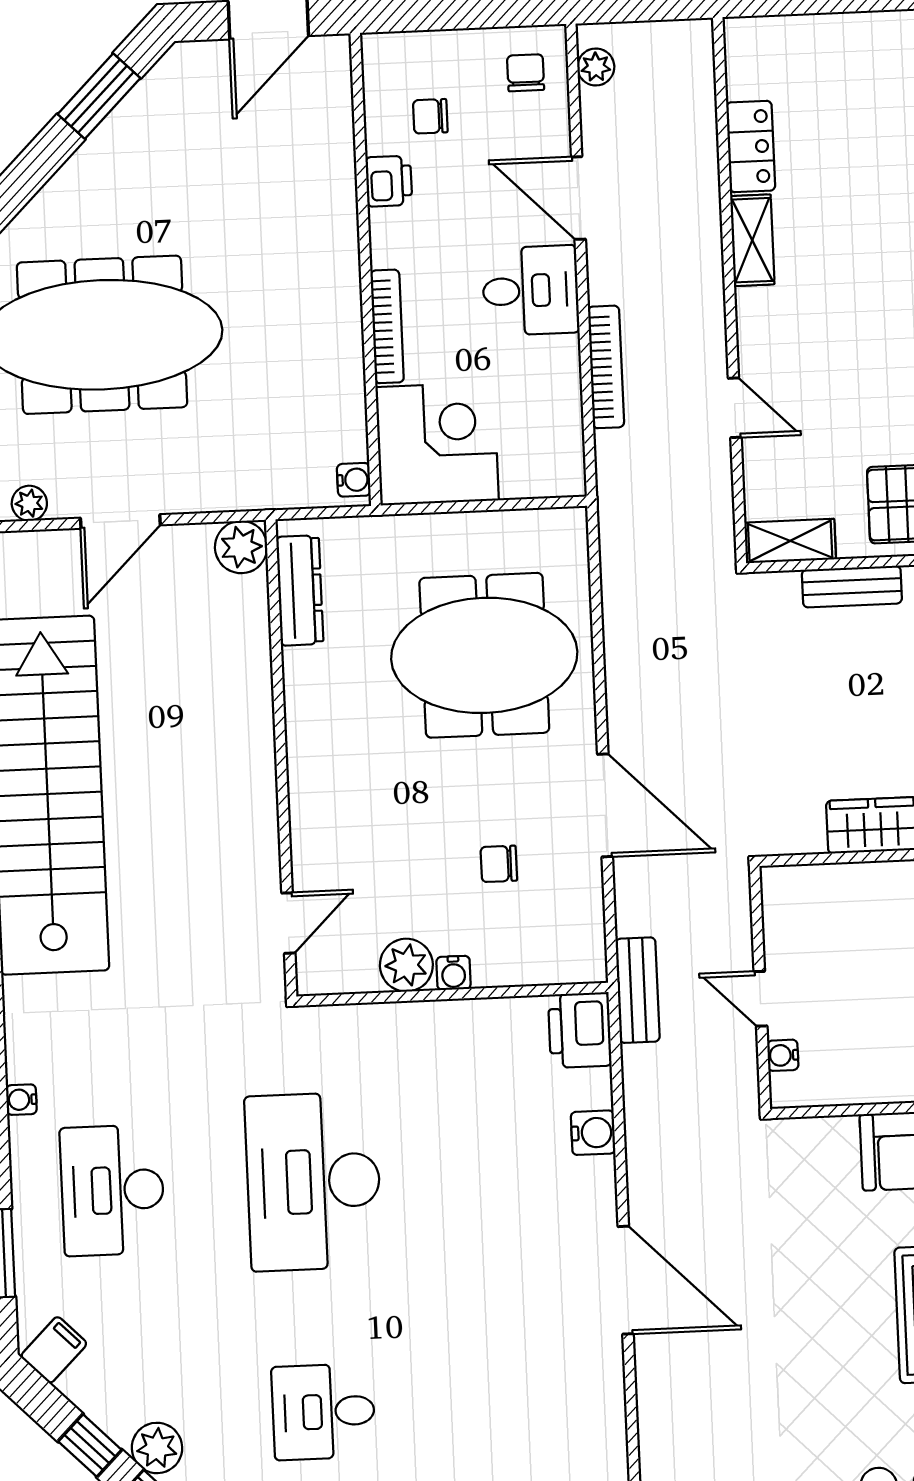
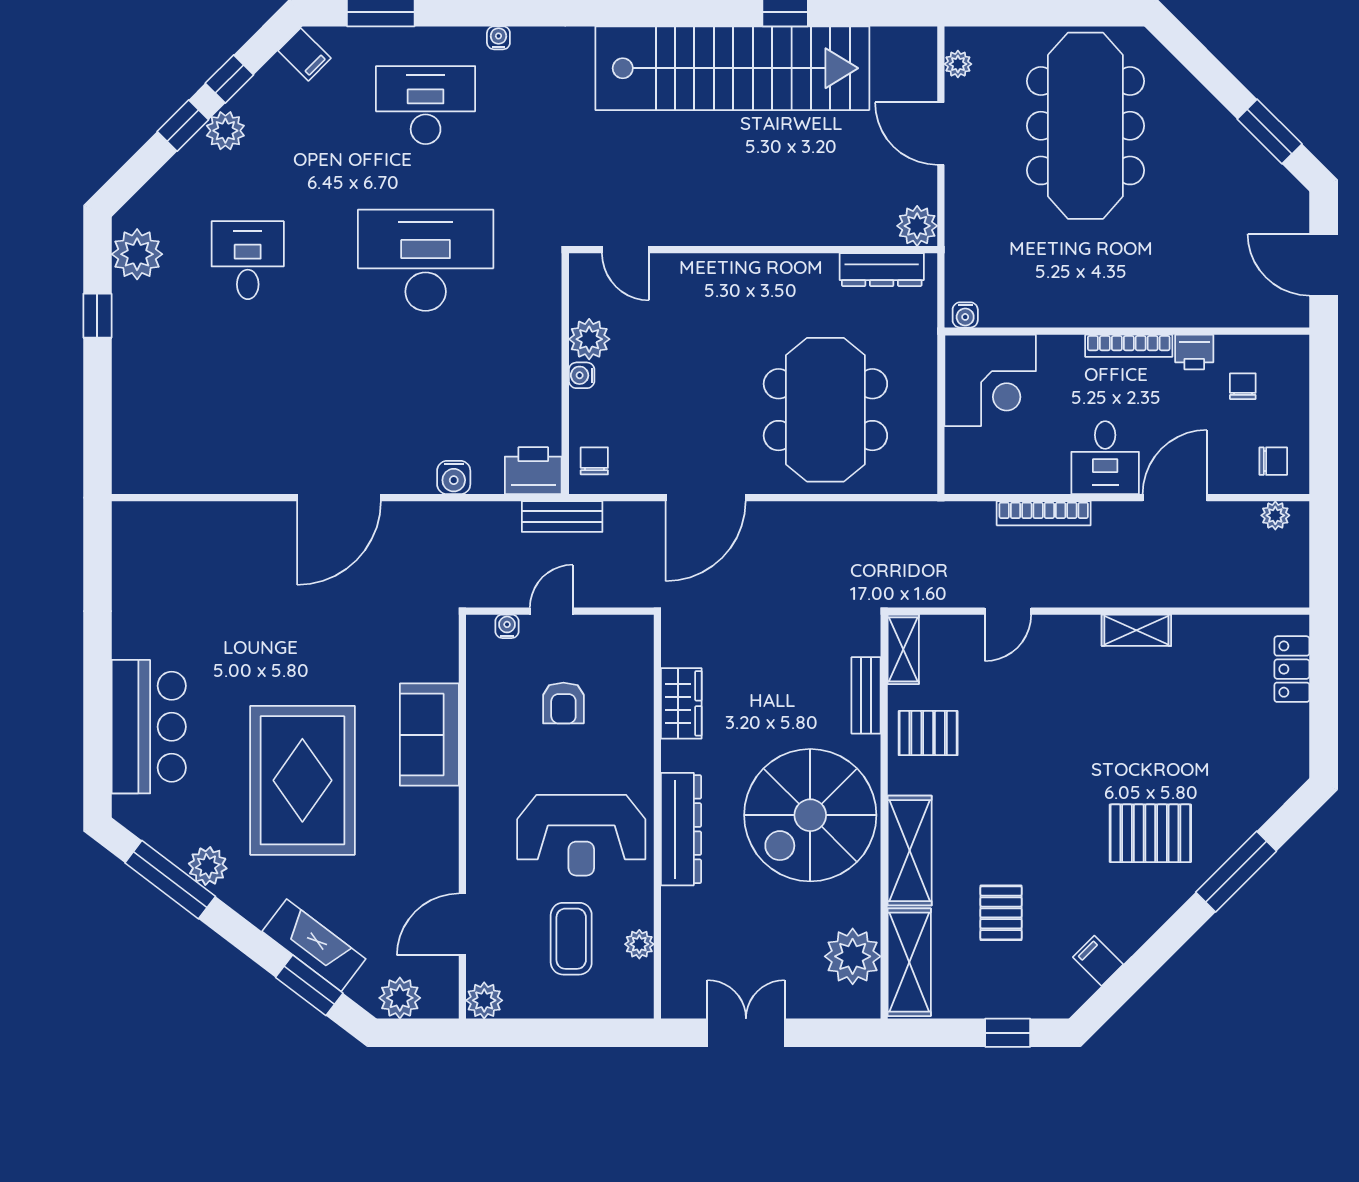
locker: (751, 147) -> (1292, 669), moved, turned 90
bookcase: (387, 326) -> (1129, 346), moved
chair: (499, 864) -> (594, 461), moved
armchair: (879, 978) -> (563, 703), added

